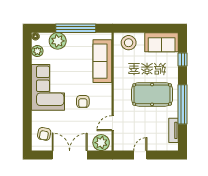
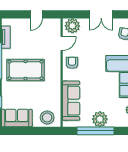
plant: (58, 41) -> (100, 119), moved
armchair: (83, 102) -> (72, 63), moved
double door: (70, 155) -> (101, 14), width x0.73

